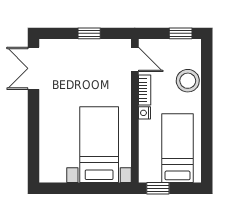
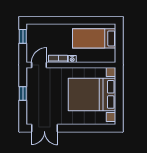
stool: (188, 81) -> (52, 32), removed
bed with nightstands: (99, 145) -> (92, 94), width x1.36
window: (158, 188) -> (119, 51), removed

